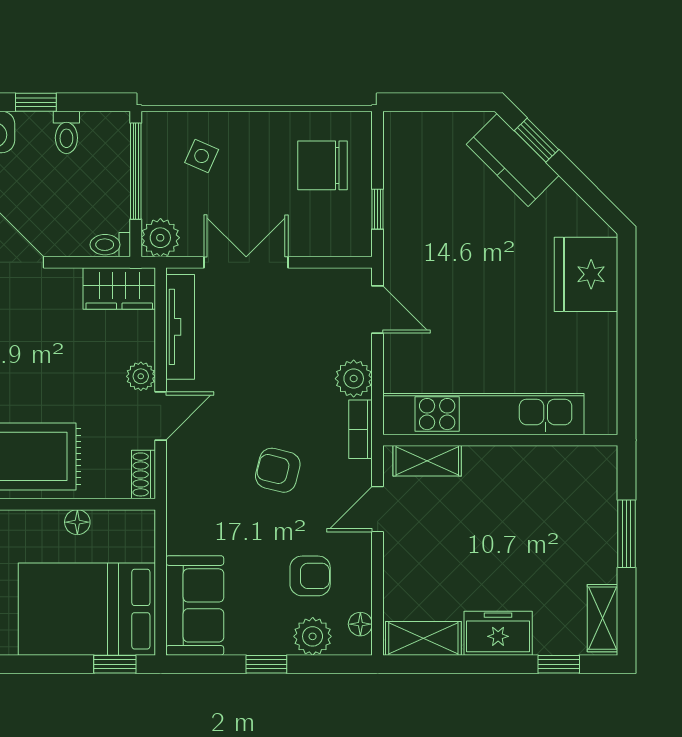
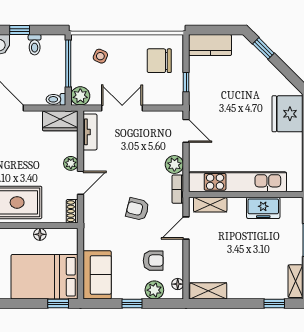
kitchen counter: (513, 160) -> (210, 45), moved, turned -45
tv unit: (180, 327) -> (90, 132), width x0.71
freezer: (498, 633) -> (263, 208), moved, turned 180

